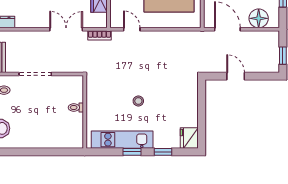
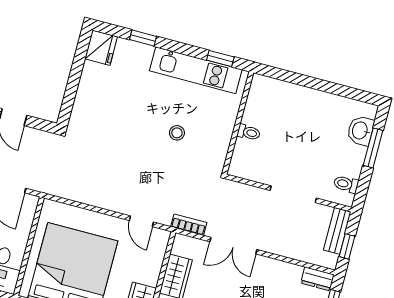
stool: (138, 101) -> (177, 133), moved
window: (132, 152) -> (220, 58), moved

